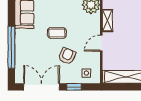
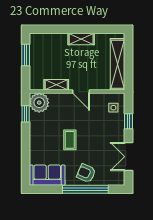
armchair: (67, 56) -> (86, 173), moved
double door: (42, 87) -> (128, 157), width x0.73

